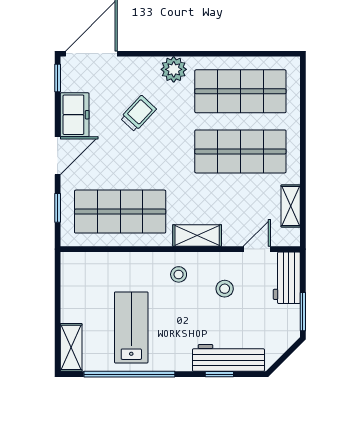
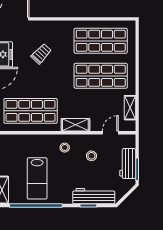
plant: (174, 69) -> (62, 28), removed
workbench: (287, 278) -> (128, 164), moved
lab bench: (131, 327) -> (37, 178), turned 180

